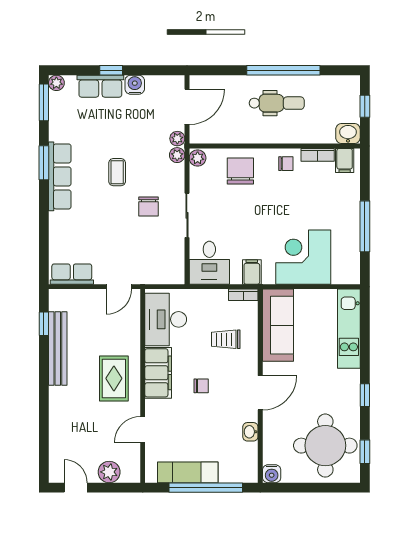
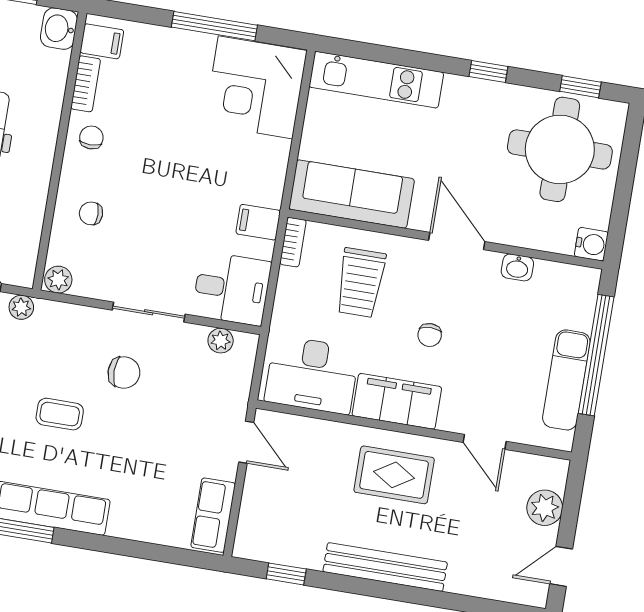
plant: (177, 155) -> (221, 341), moved
chair: (240, 171) -> (91, 213), width x0.54, depth x0.54
corner desk: (303, 257) -> (256, 87), moved
trolley: (226, 339) -> (360, 283), width x1.36, depth x1.39
bench: (58, 349) -> (385, 567), moved
chair: (201, 386) -> (430, 335), turned 180

